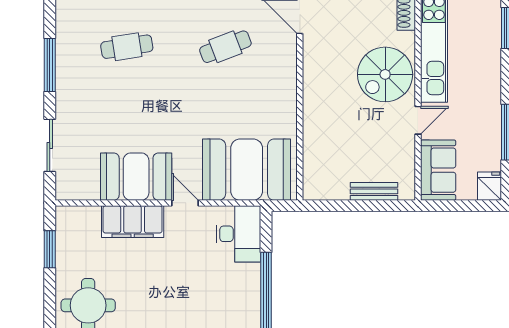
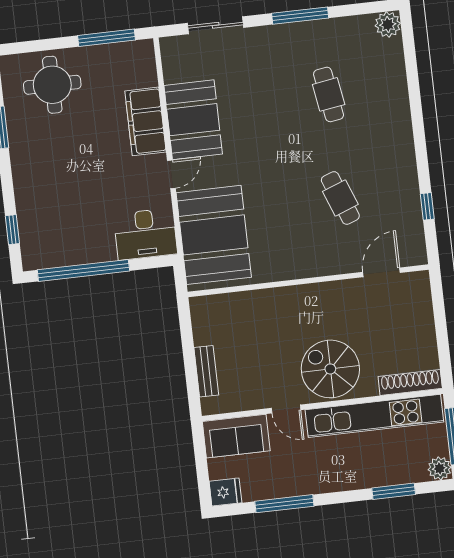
window: (50, 249) -> (107, 38), width x1.44

